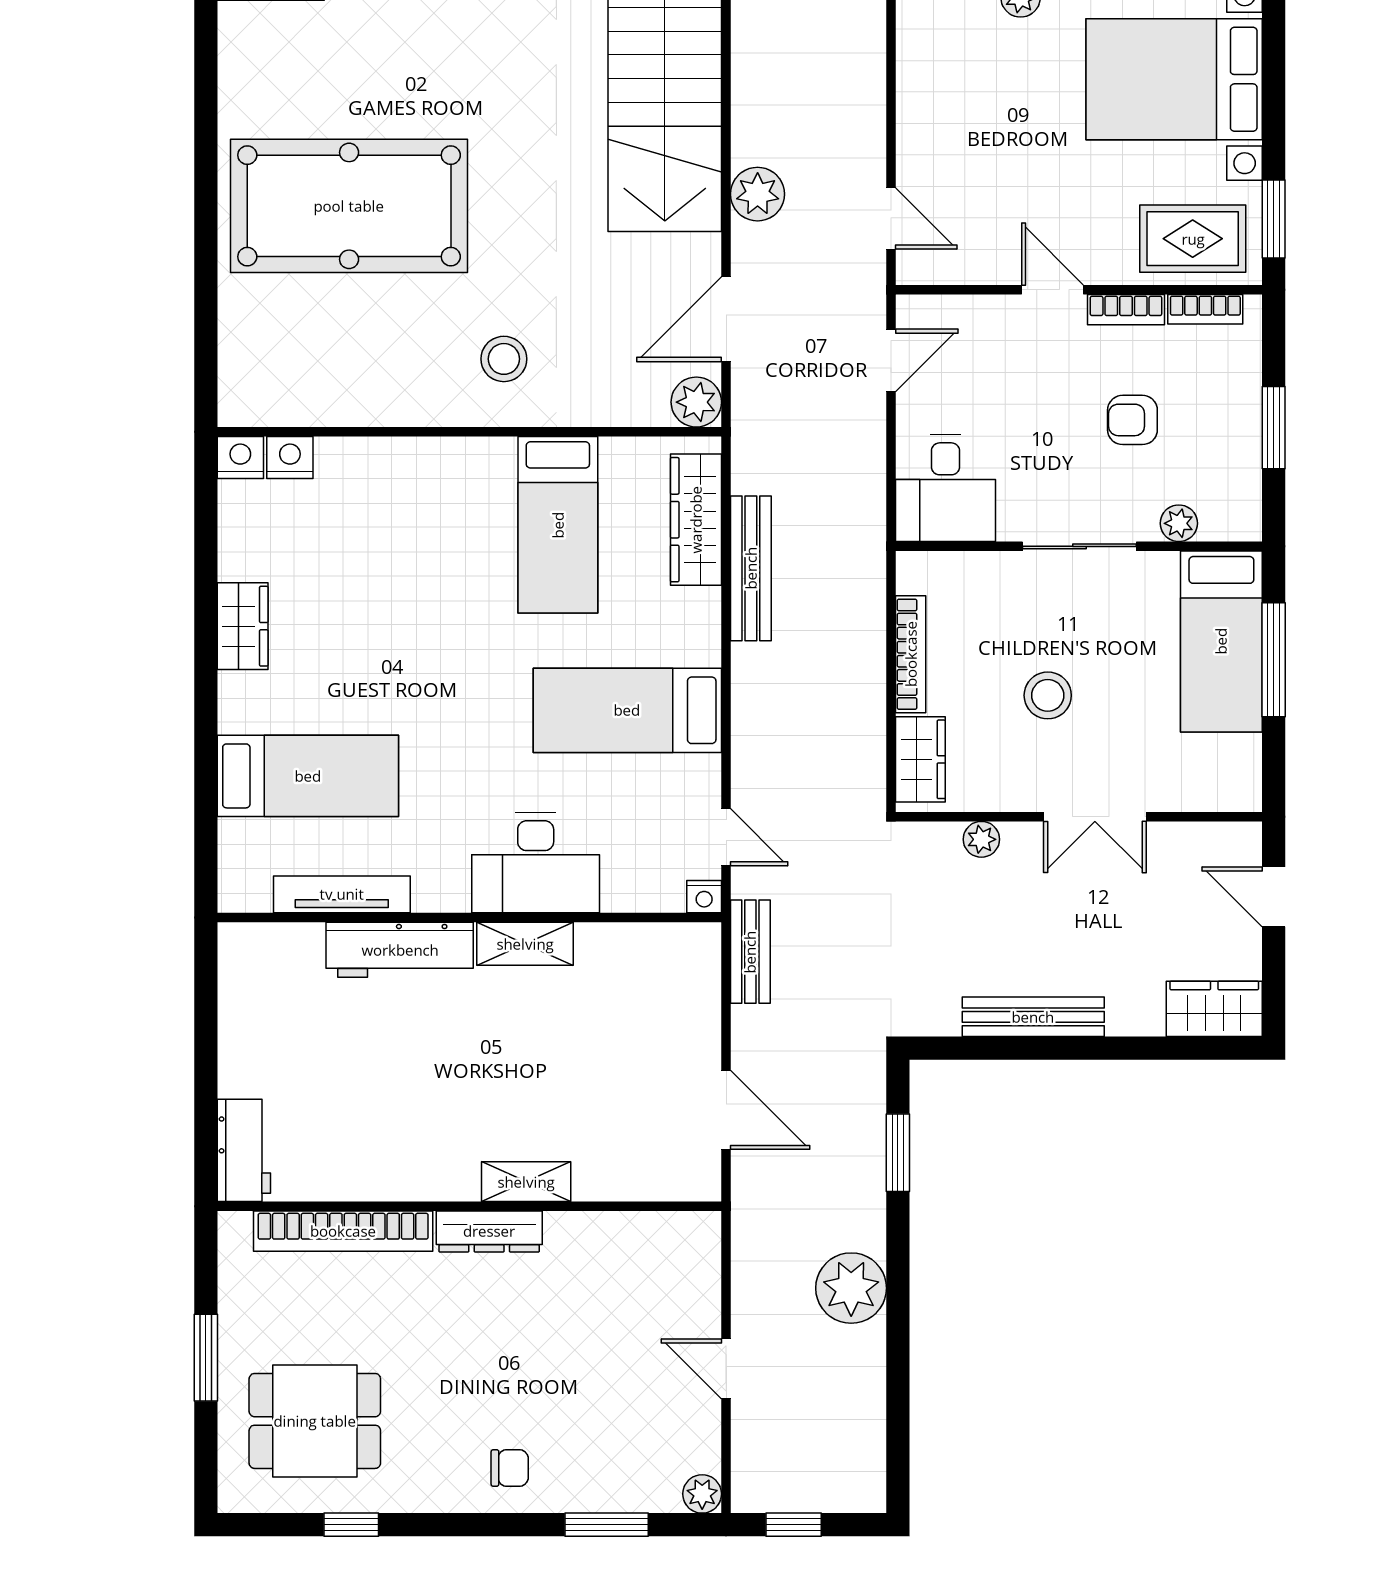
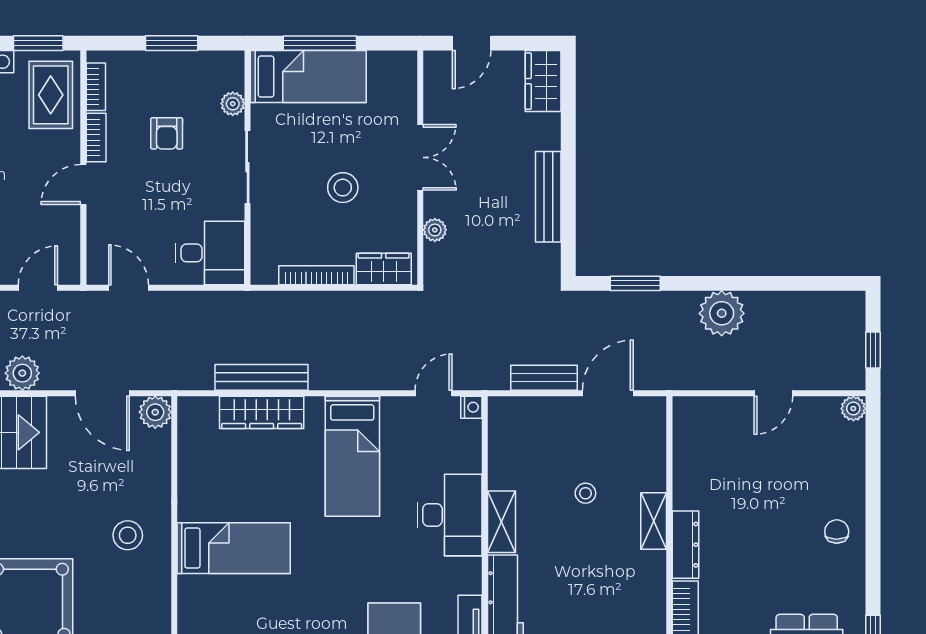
wardrobe: (696, 520) -> (262, 412), moved
bed: (558, 525) -> (234, 548), moved
bench: (750, 952) -> (544, 378), moved
stool: (570, 1075) -> (585, 493), added
window: (607, 1525) -> (873, 470), removed

